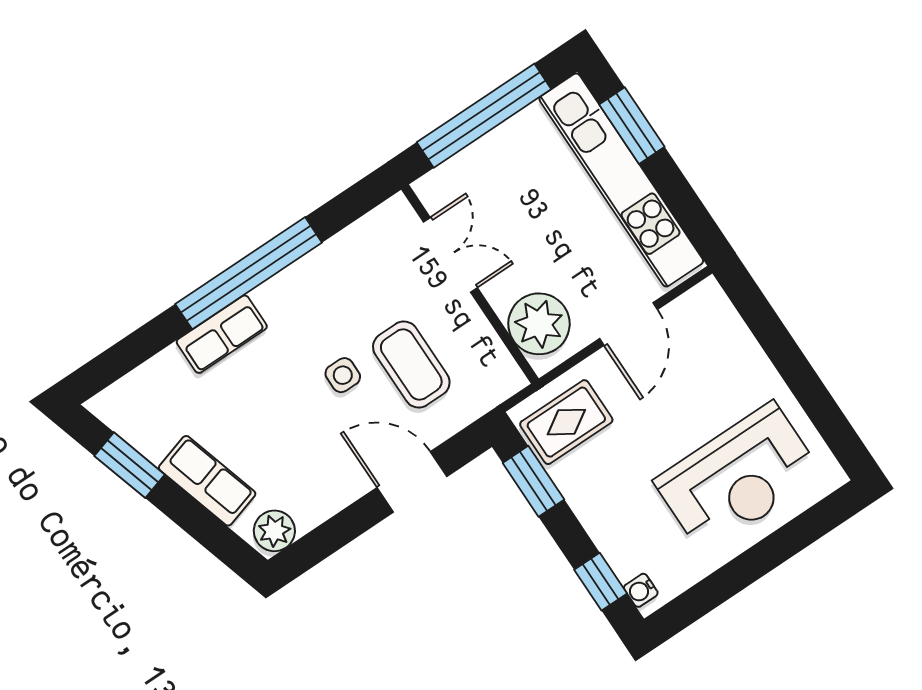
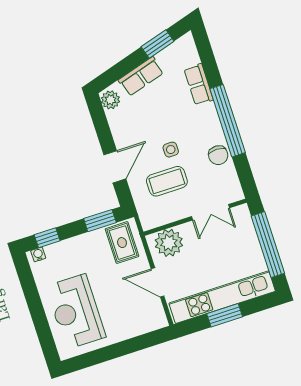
window: (632, 126) -> (225, 315), moved
chair: (327, 272) -> (218, 155), added
row of seats: (222, 334) -> (199, 84), moved

